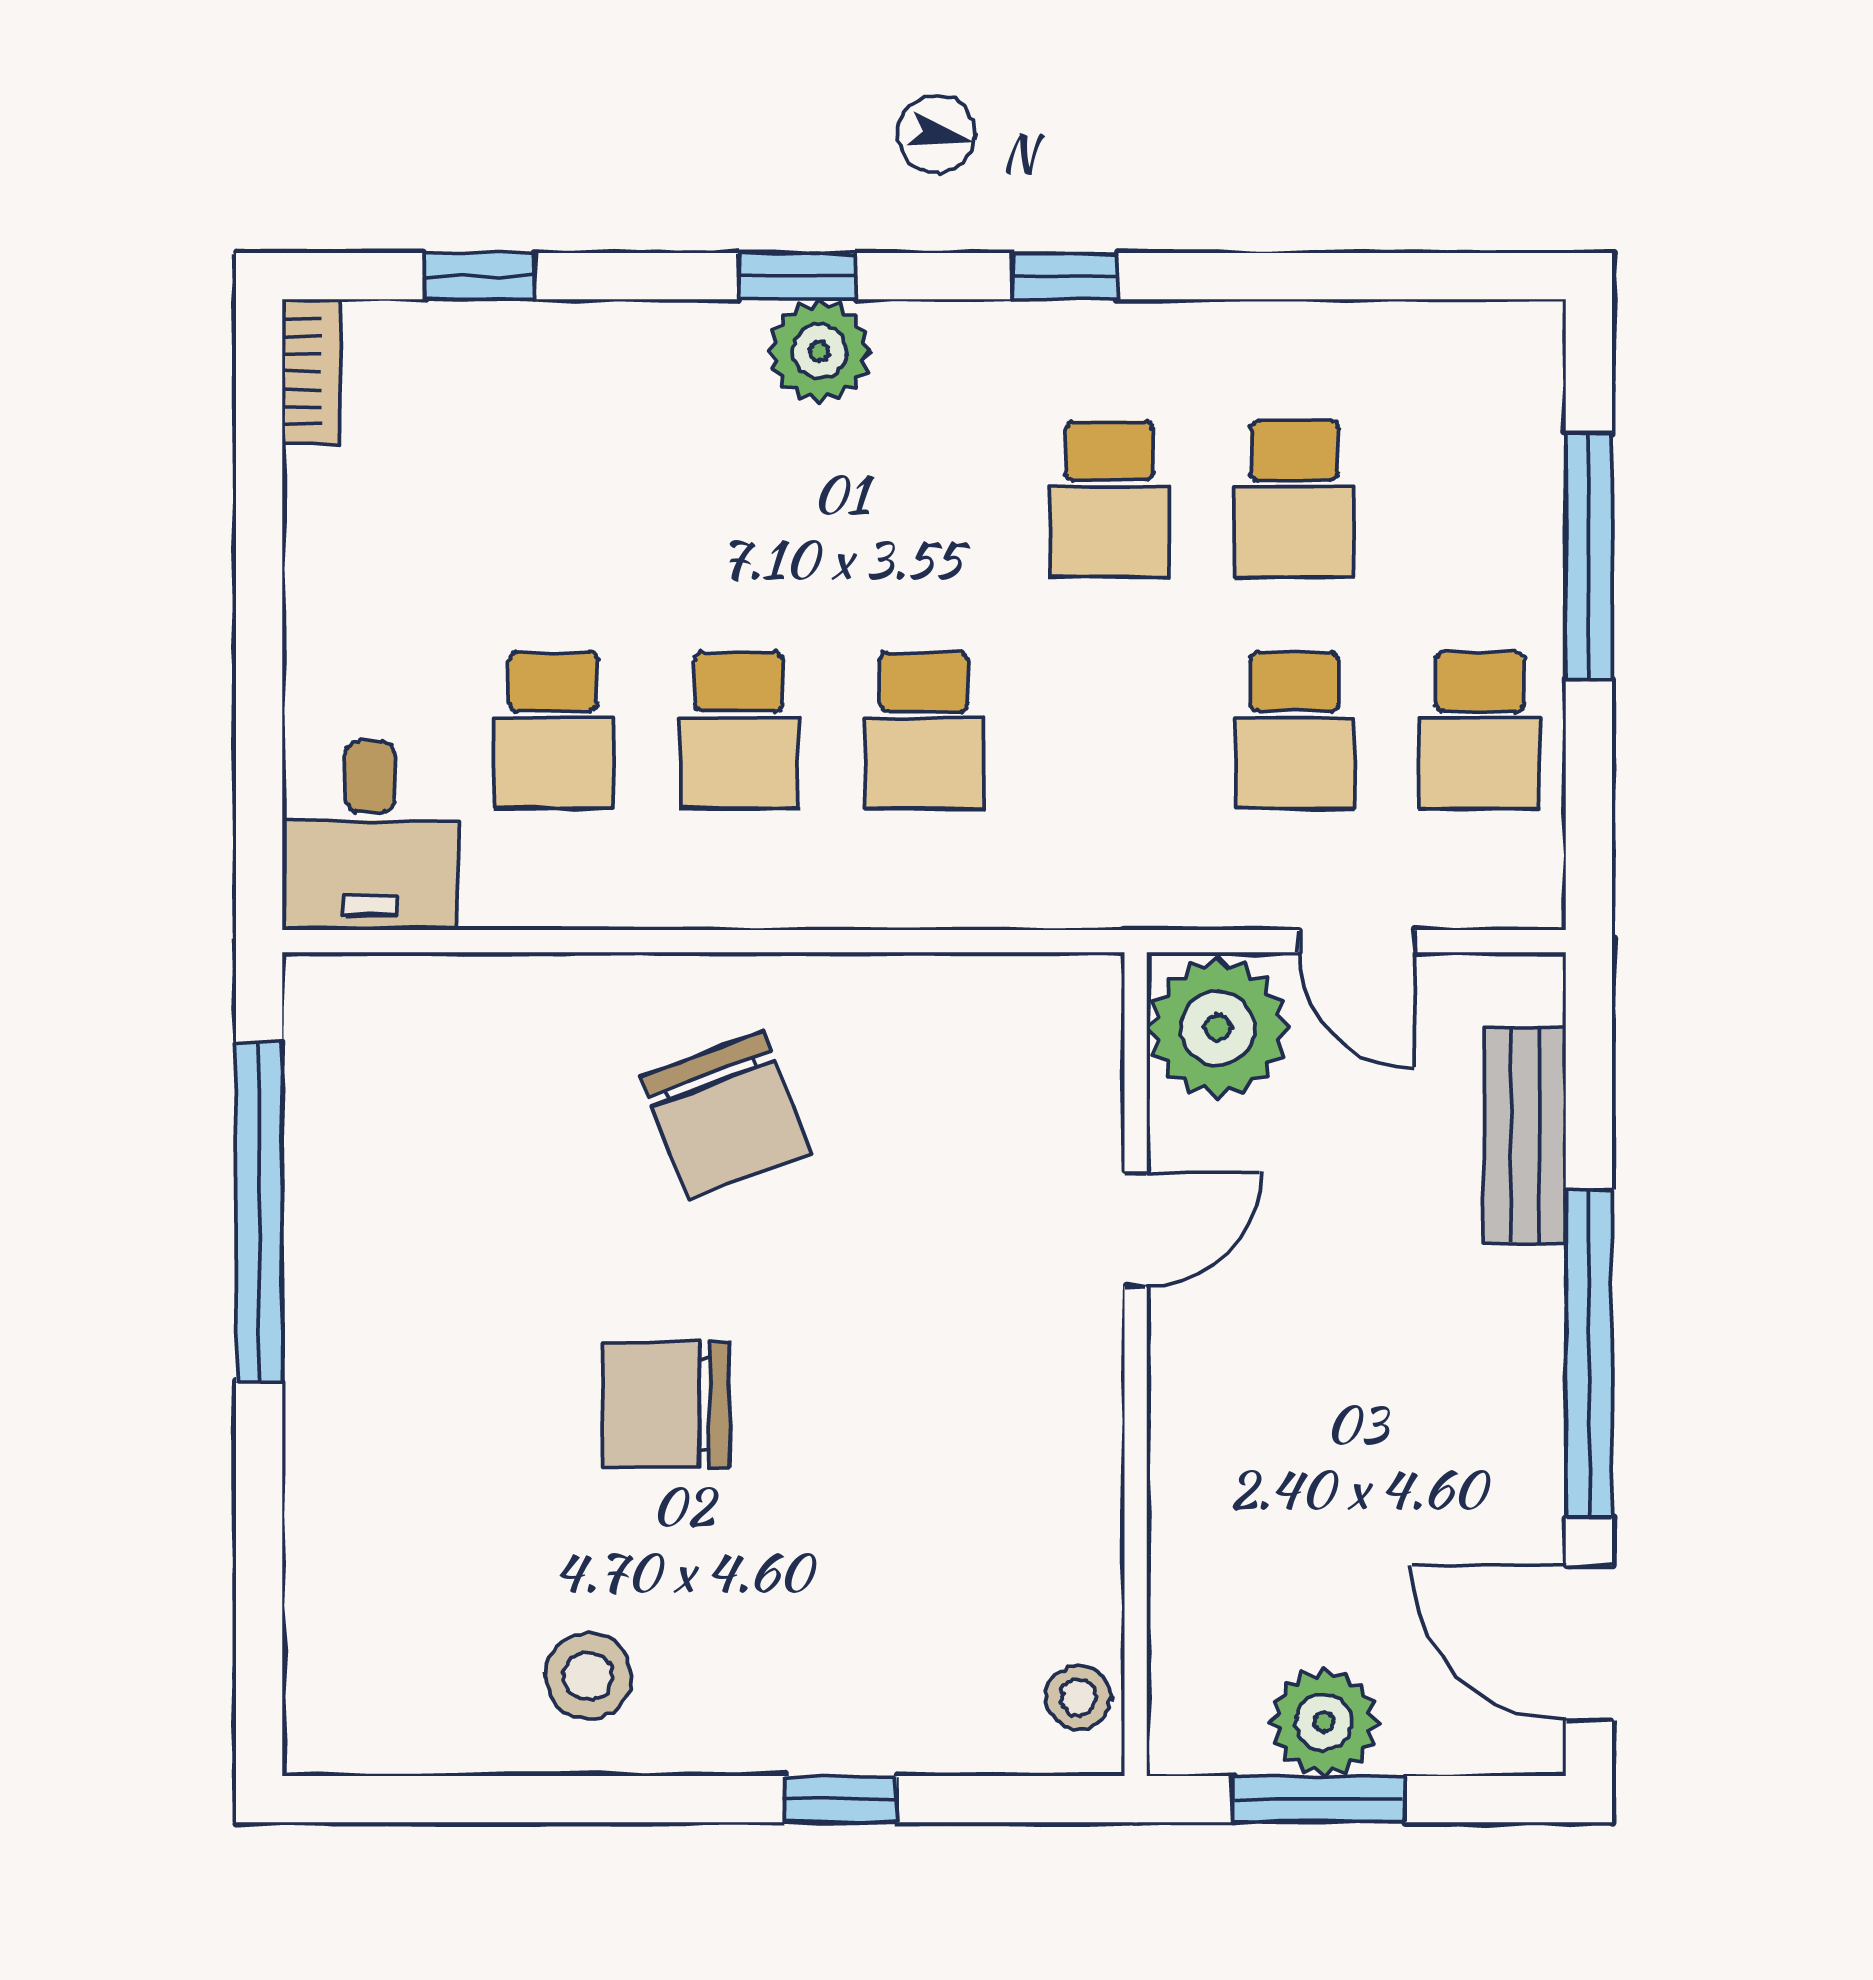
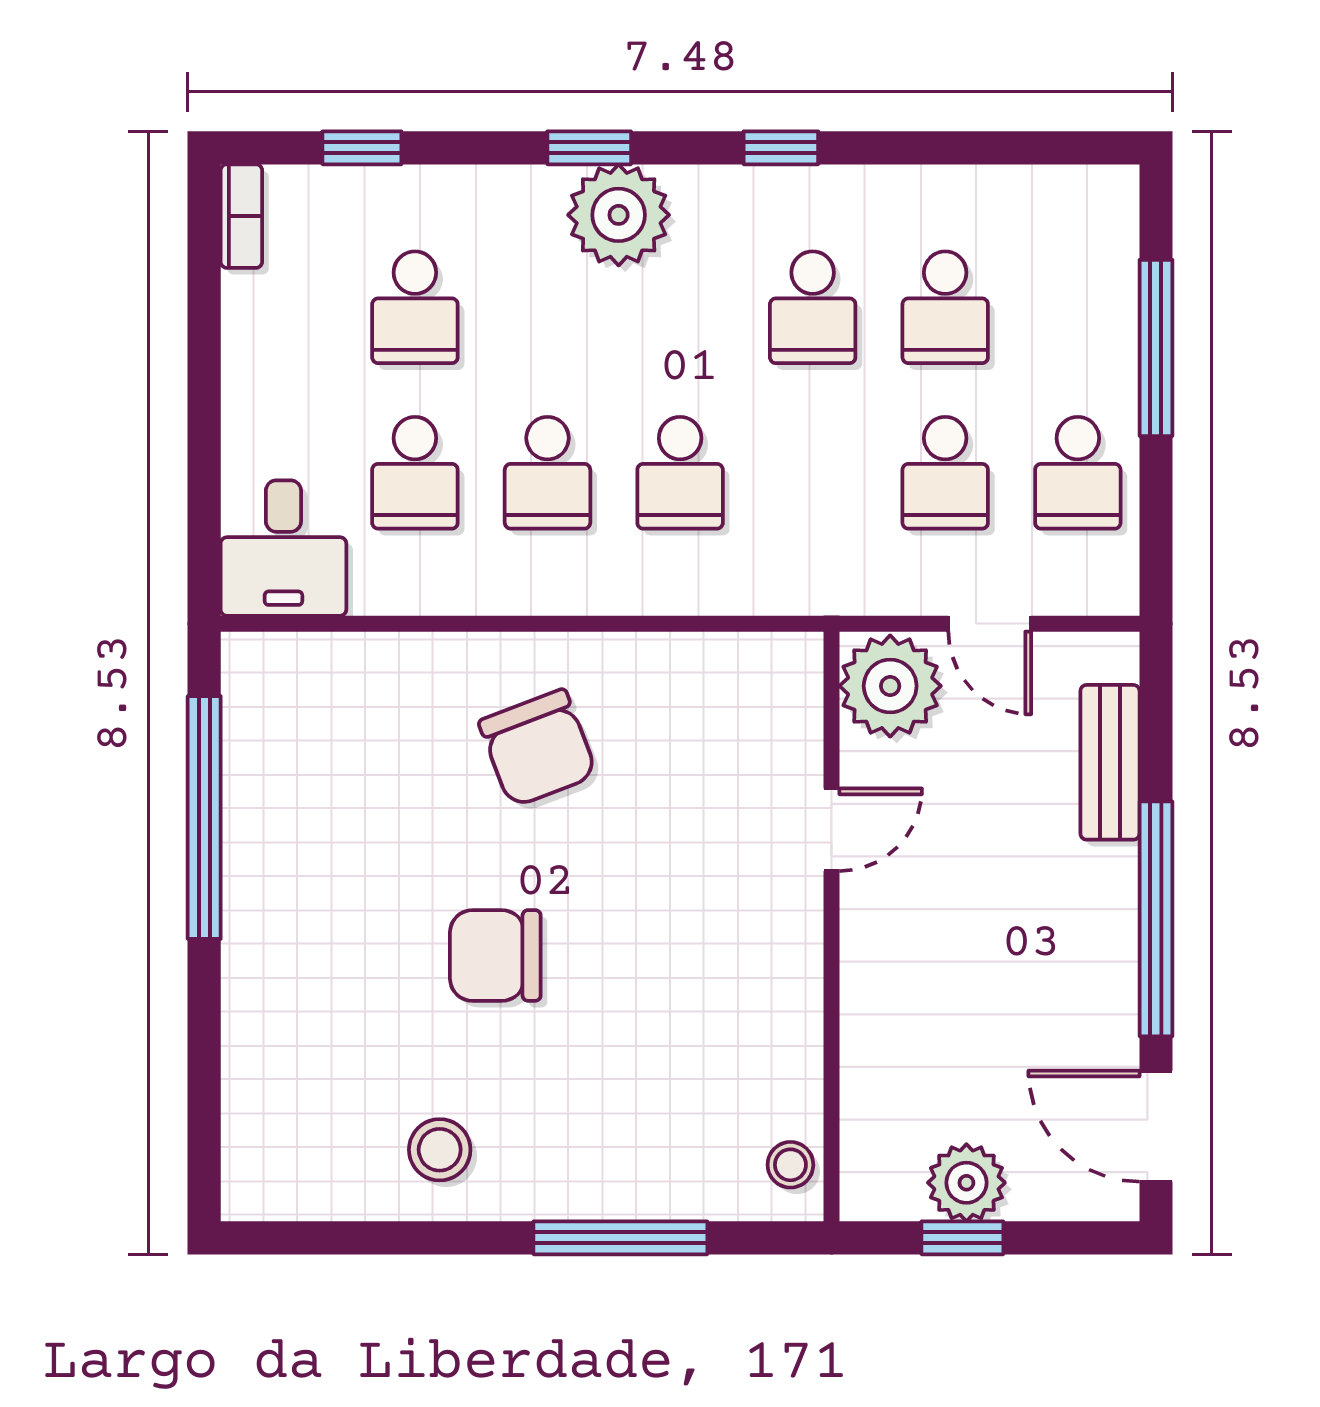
plant: (819, 351) -> (619, 215), width x1.36, depth x1.36
school desk: (554, 499) -> (415, 307), added
window: (841, 1799) -> (620, 1238), width x2.17
window: (1318, 1799) -> (962, 1238), width x0.67

